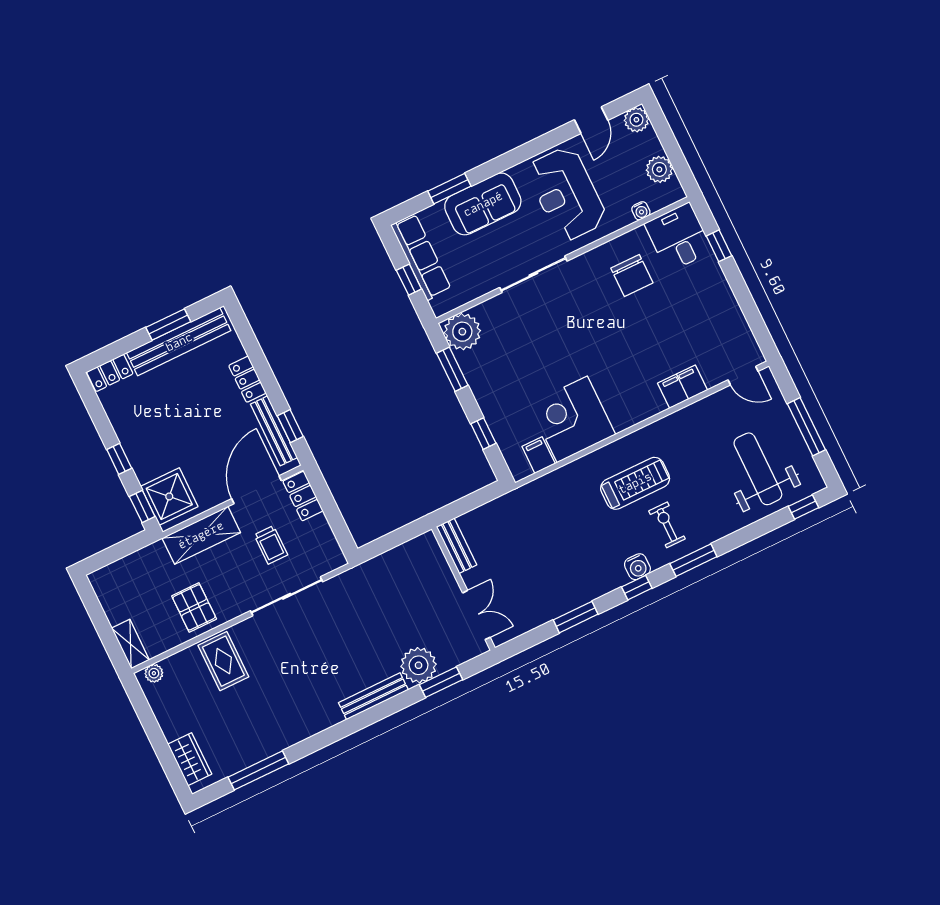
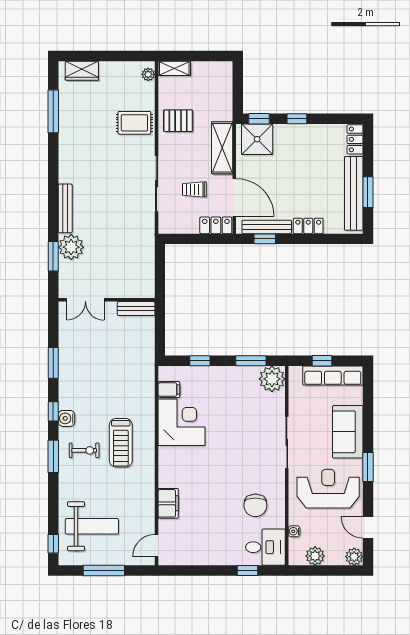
window: (449, 189) -> (368, 467), moved
chair: (632, 275) -> (255, 505), turned -90

